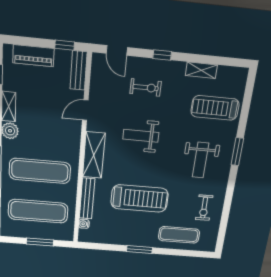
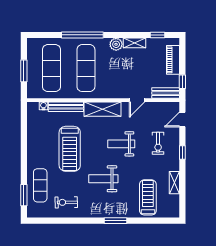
door: (85, 110) -> (137, 100), swing flipped
weight bench: (141, 136) -> (121, 144), turned -90
weight bench: (200, 160) -> (103, 179), moved
window: (139, 249) -> (24, 195), moved

